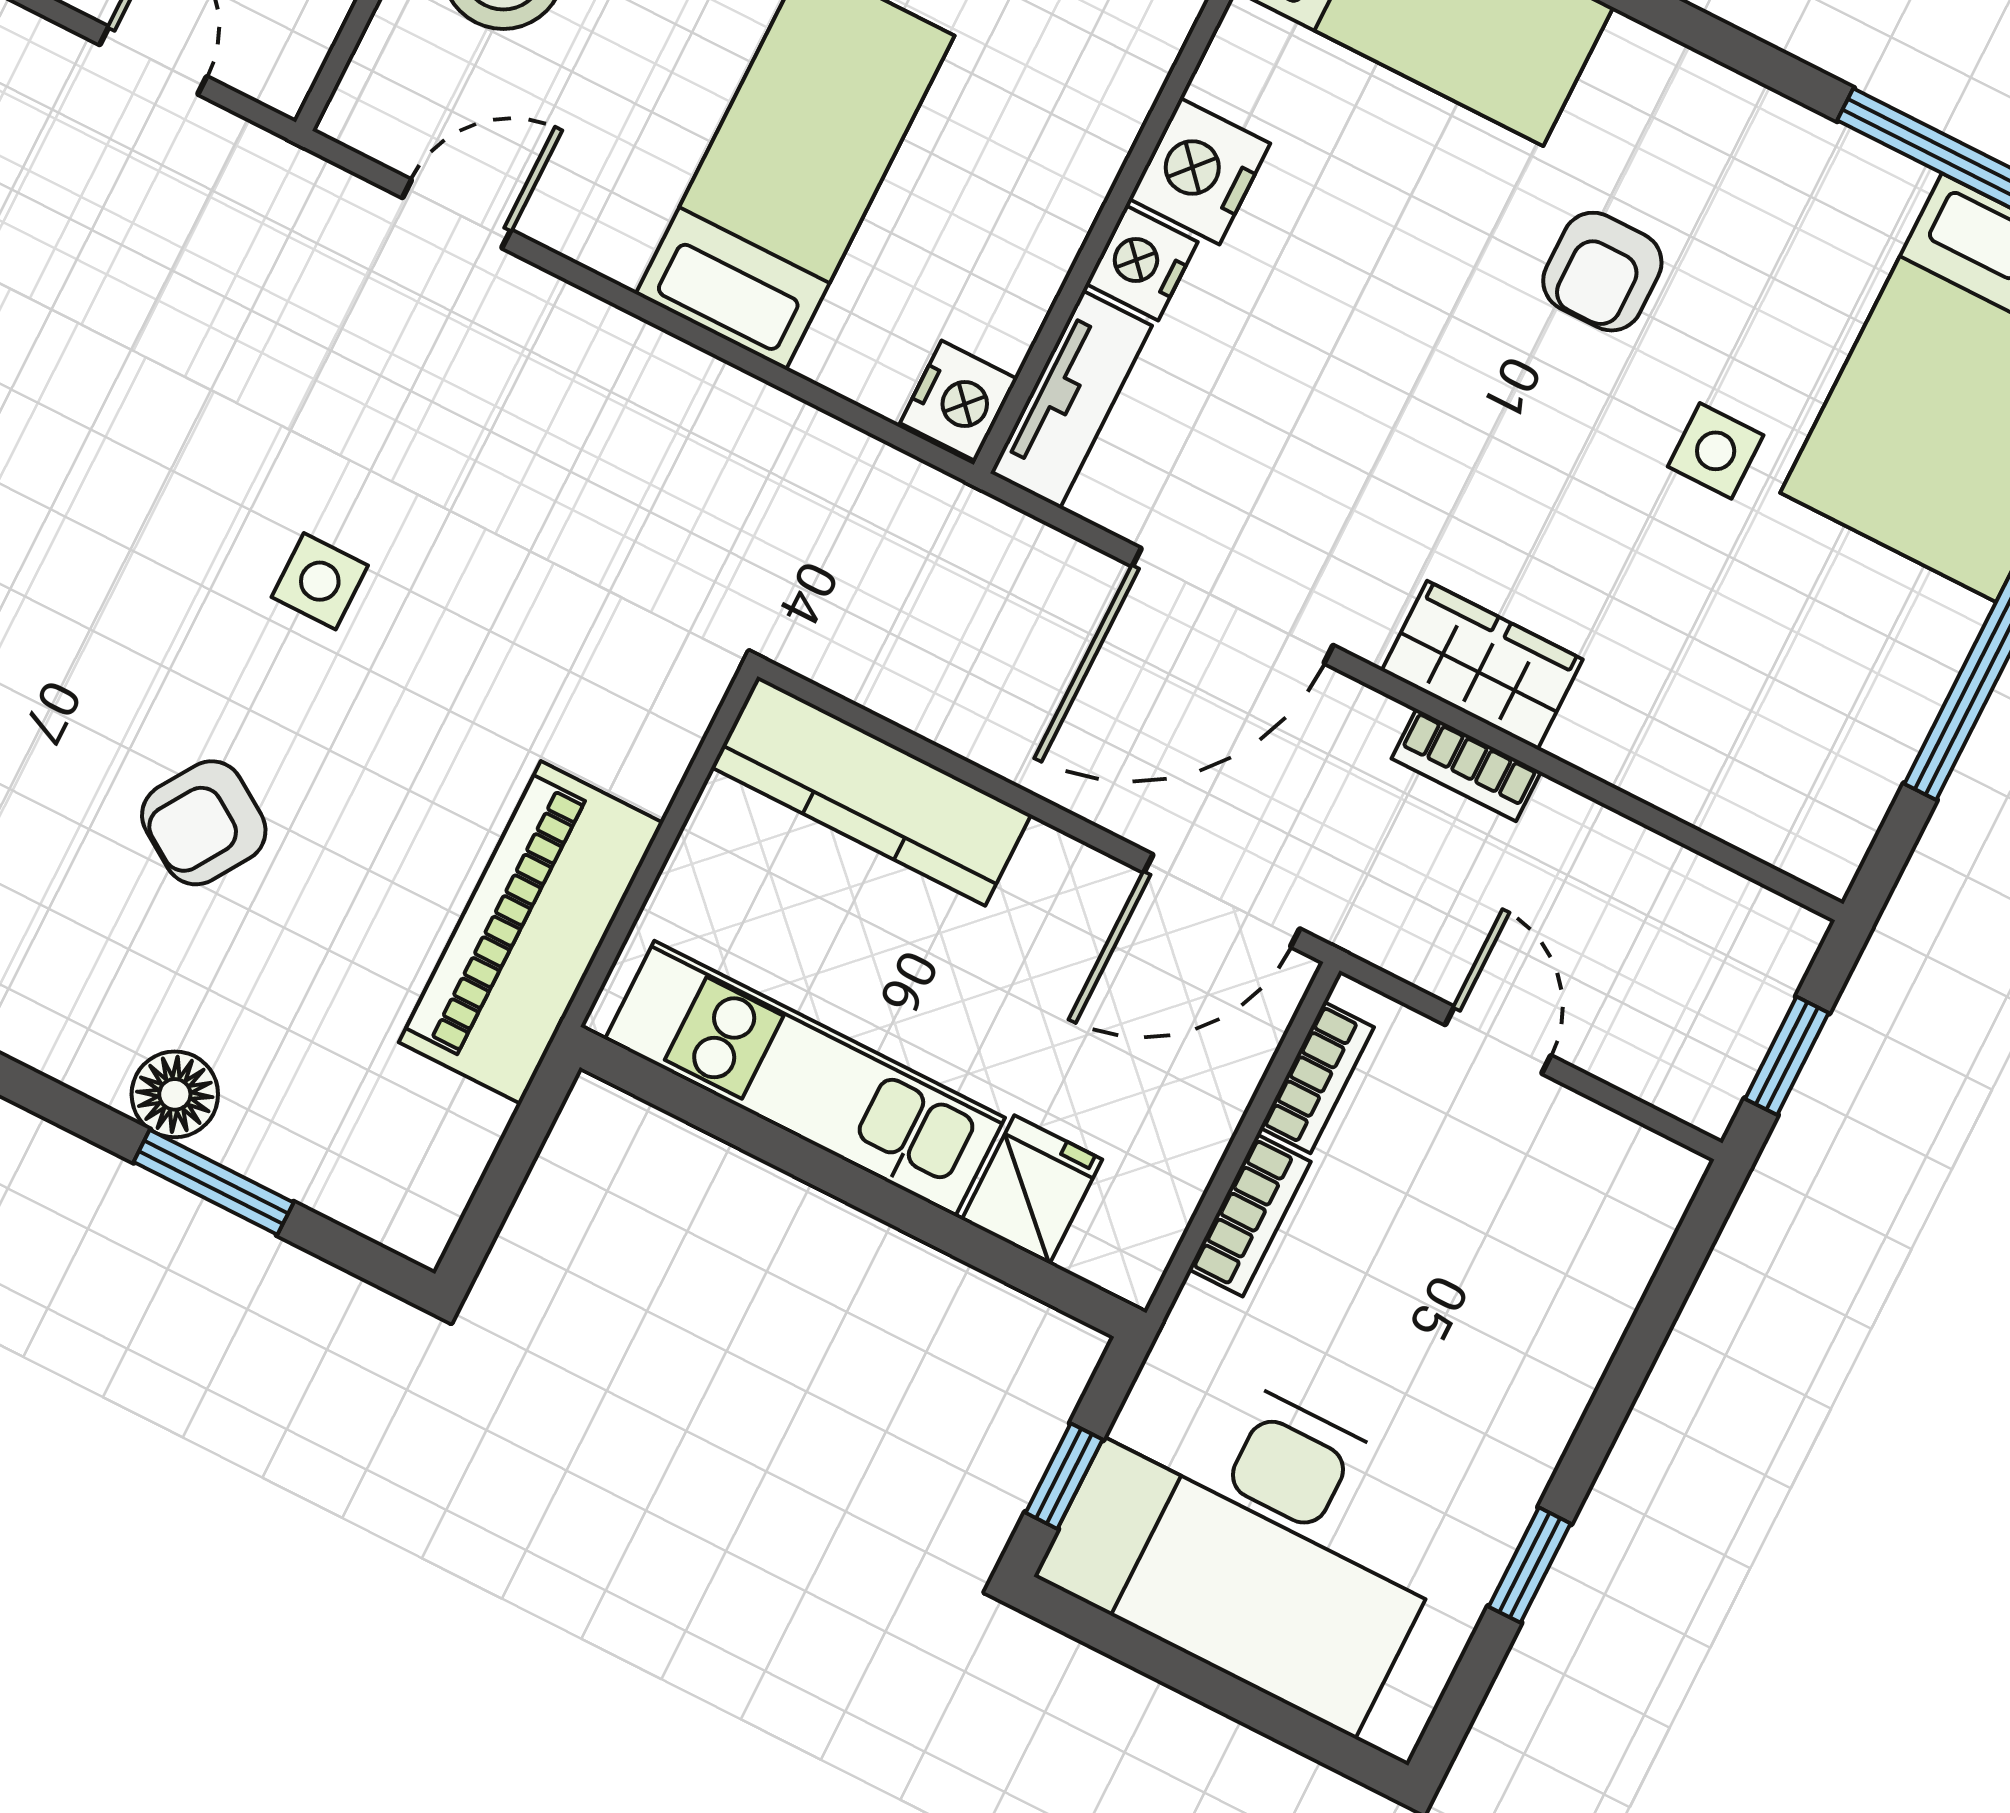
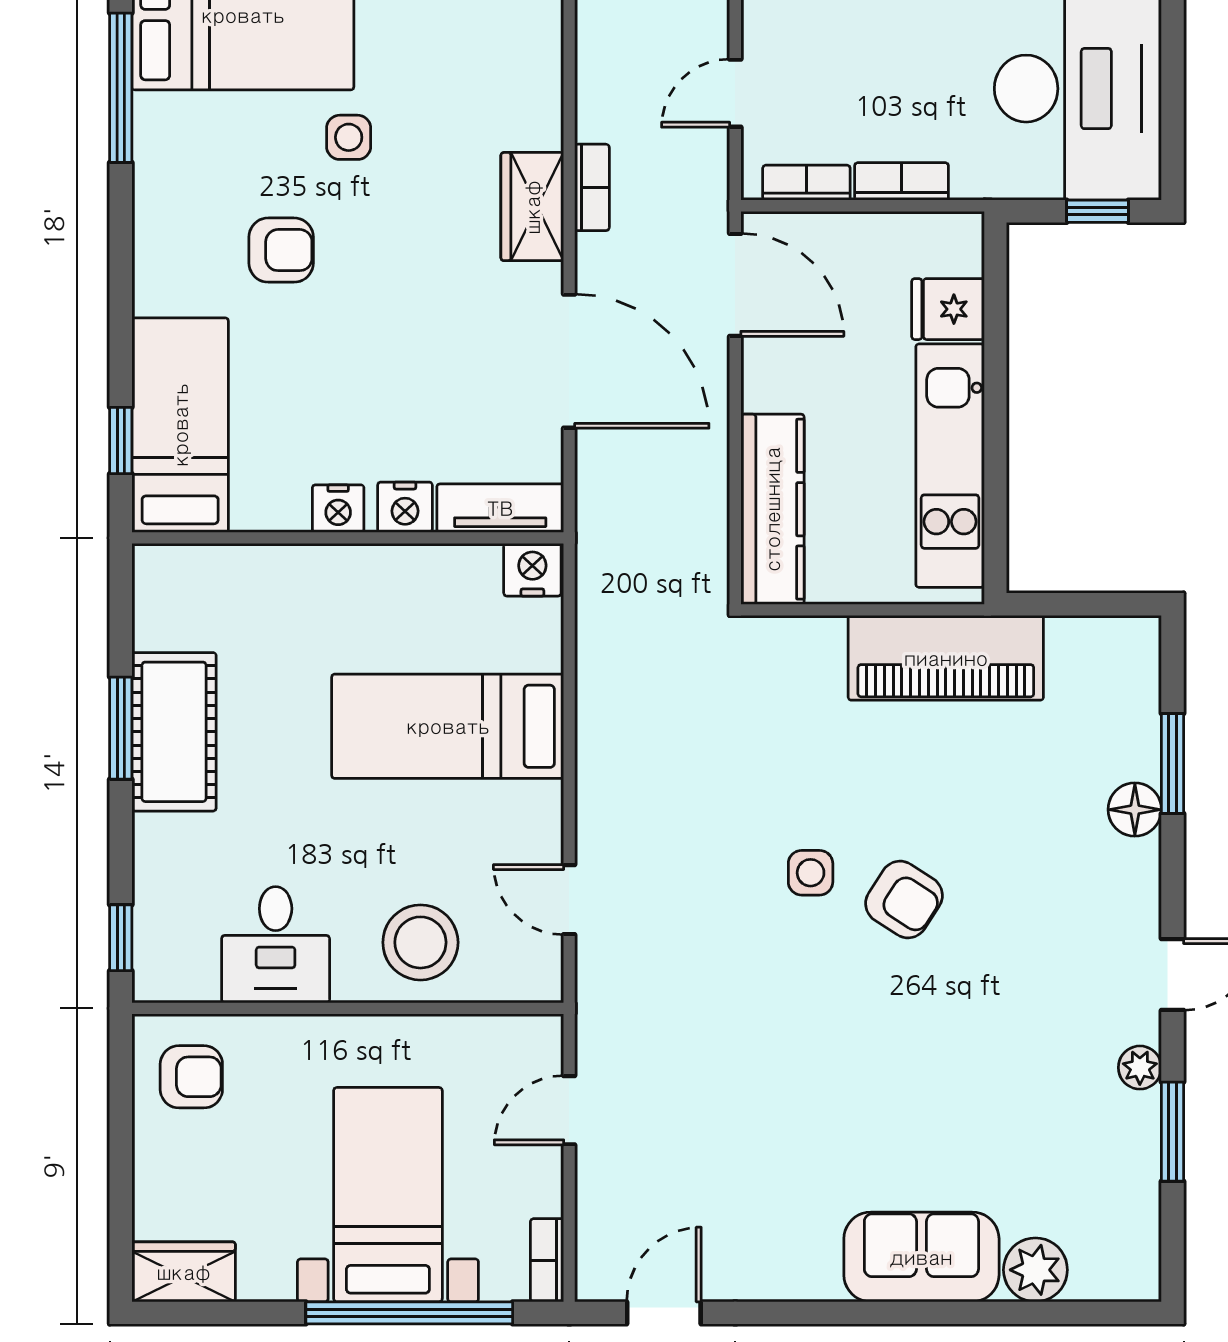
nightstand: (1199, 171) -> (338, 509), width x0.74, depth x0.75
armchair: (204, 823) -> (904, 899), moved

